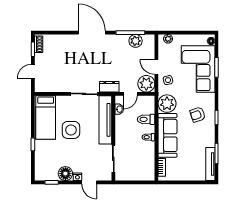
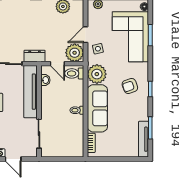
door: (156, 67) -> (85, 35), hinge flipped
door: (130, 94) -> (57, 64), hinge flipped
toilet: (146, 119) -> (74, 73), moved

